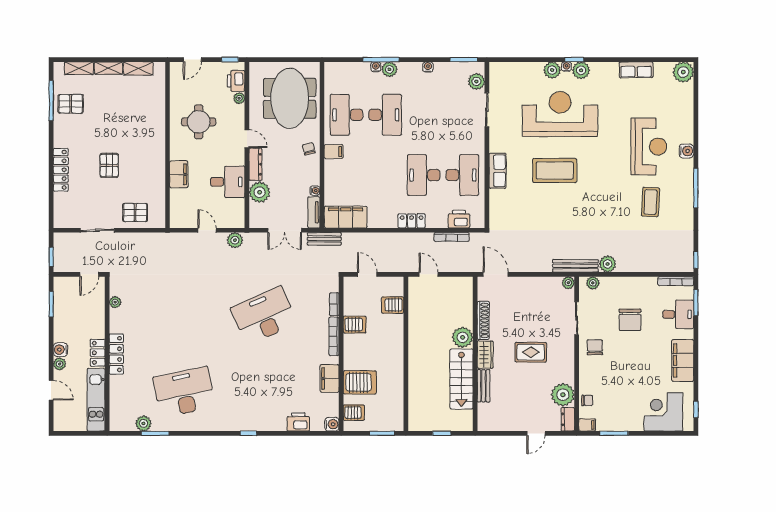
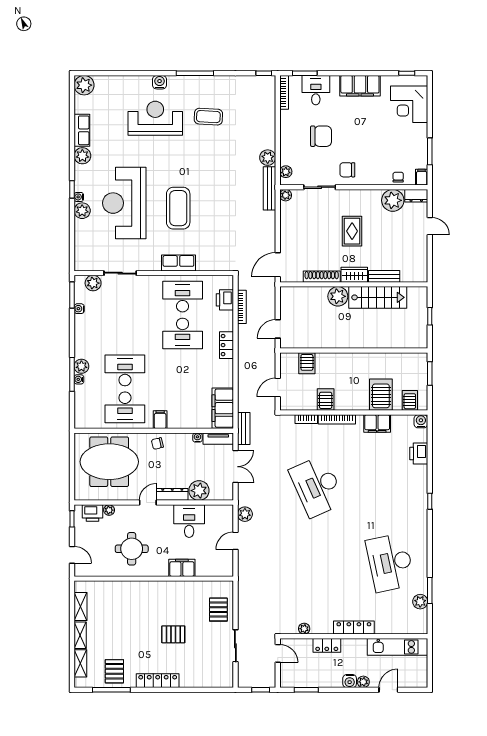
water cooler: (428, 67) -> (79, 309), moved
plant: (581, 70) -> (82, 156), moved
locker: (61, 170) -> (158, 681), moved
locker: (98, 353) -> (327, 645), moved

